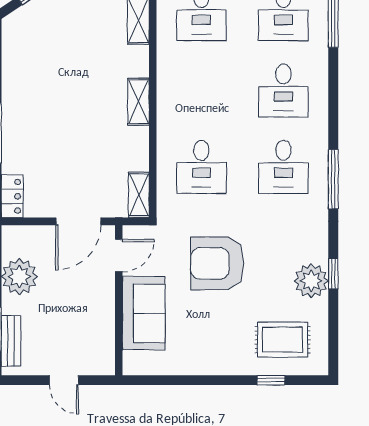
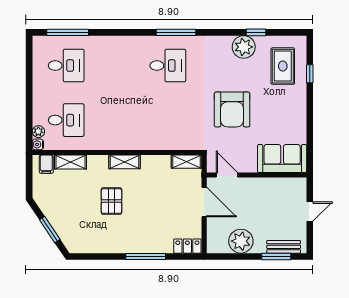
pallet: (80, 82) -> (112, 201), added
desk: (283, 91) -> (117, 66), removed
desk: (201, 167) -> (168, 120), removed
window: (333, 274) -> (256, 32), moved
sofa: (144, 313) -> (282, 159), moved

